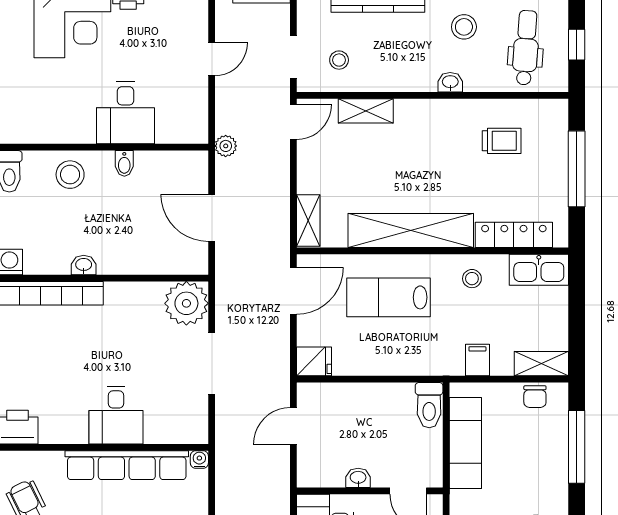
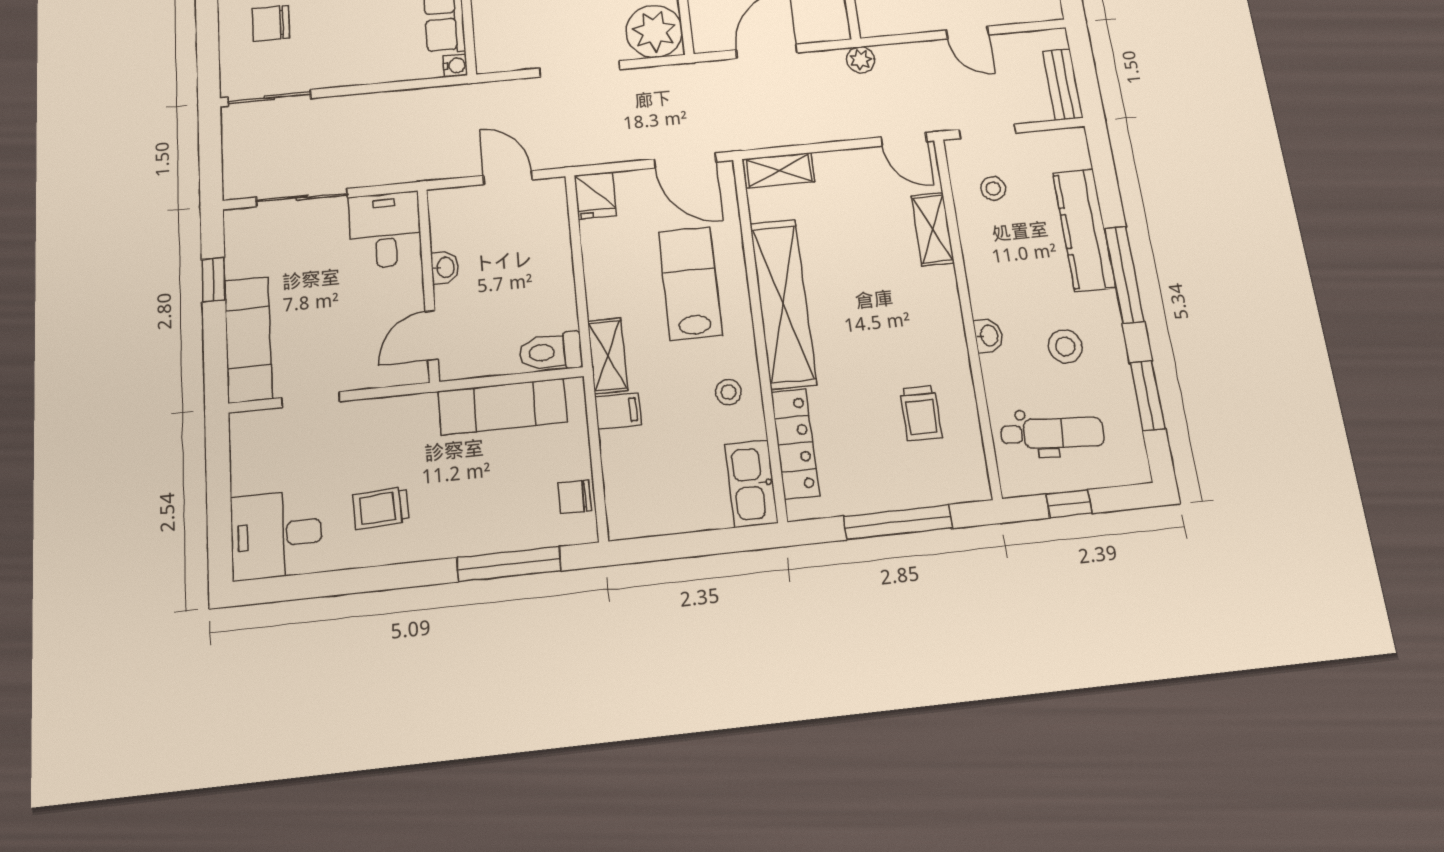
shelving: (541, 364) -> (608, 356), moved

